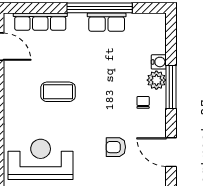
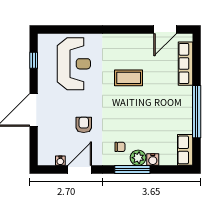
row of seats: (107, 22) -> (185, 150), moved
coffee table: (58, 92) -> (129, 78), turned 90
water cooler: (160, 176) -> (60, 161), added

